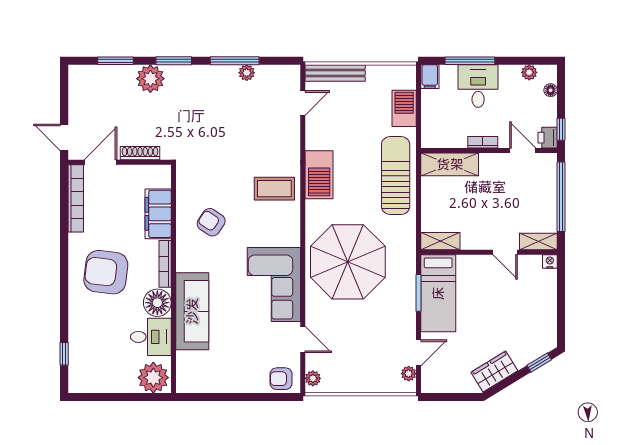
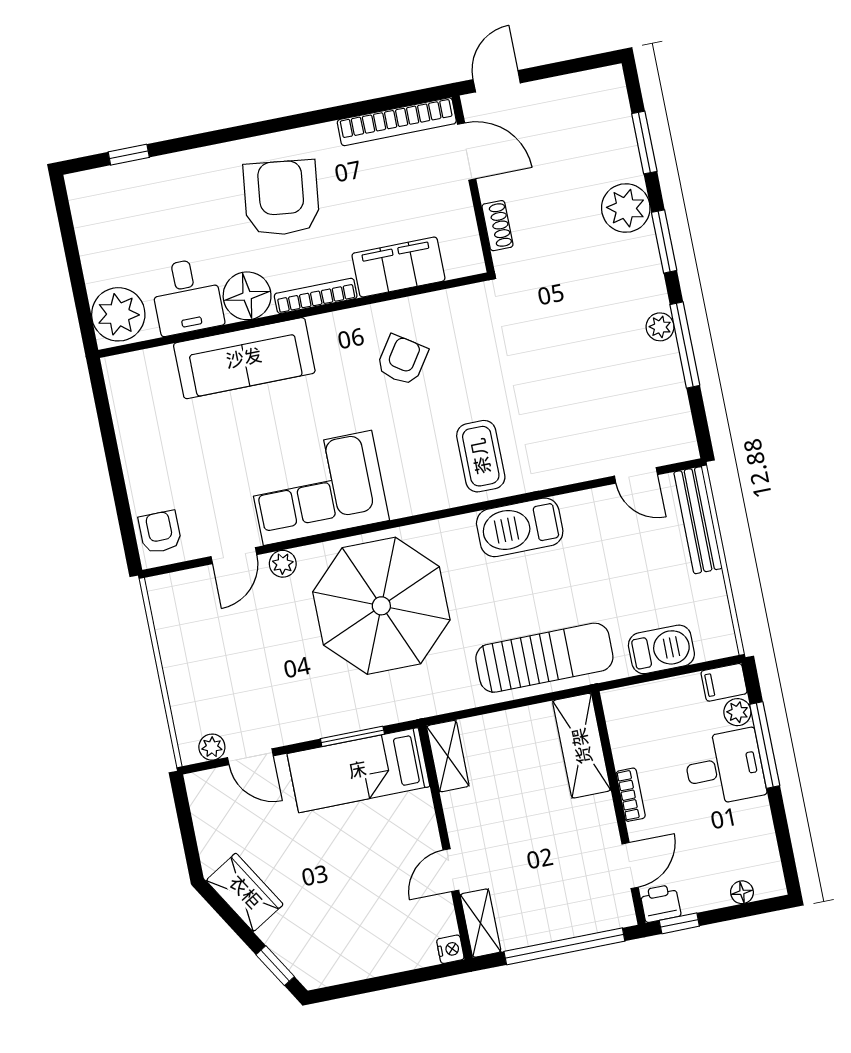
plant: (529, 72) -> (737, 712), moved
plant: (247, 73) -> (660, 327), moved
shoe rack: (140, 153) -> (497, 226), width x0.70
plant: (313, 378) -> (283, 564), moved

